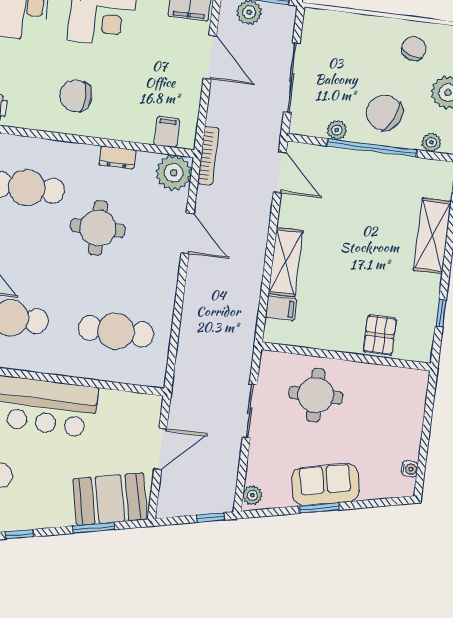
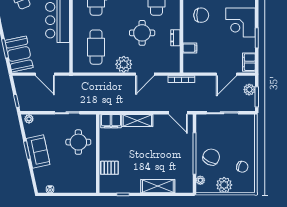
chair: (76, 96) -> (201, 15), turned 90
plant: (337, 130) -> (201, 136), removed
filing cabinet: (167, 132) -> (190, 48), moved
door: (280, 172) -> (178, 113), hinge flipped
plant: (174, 173) -> (124, 64), moved
filing cabinet: (281, 308) -> (111, 121), width x2.00

